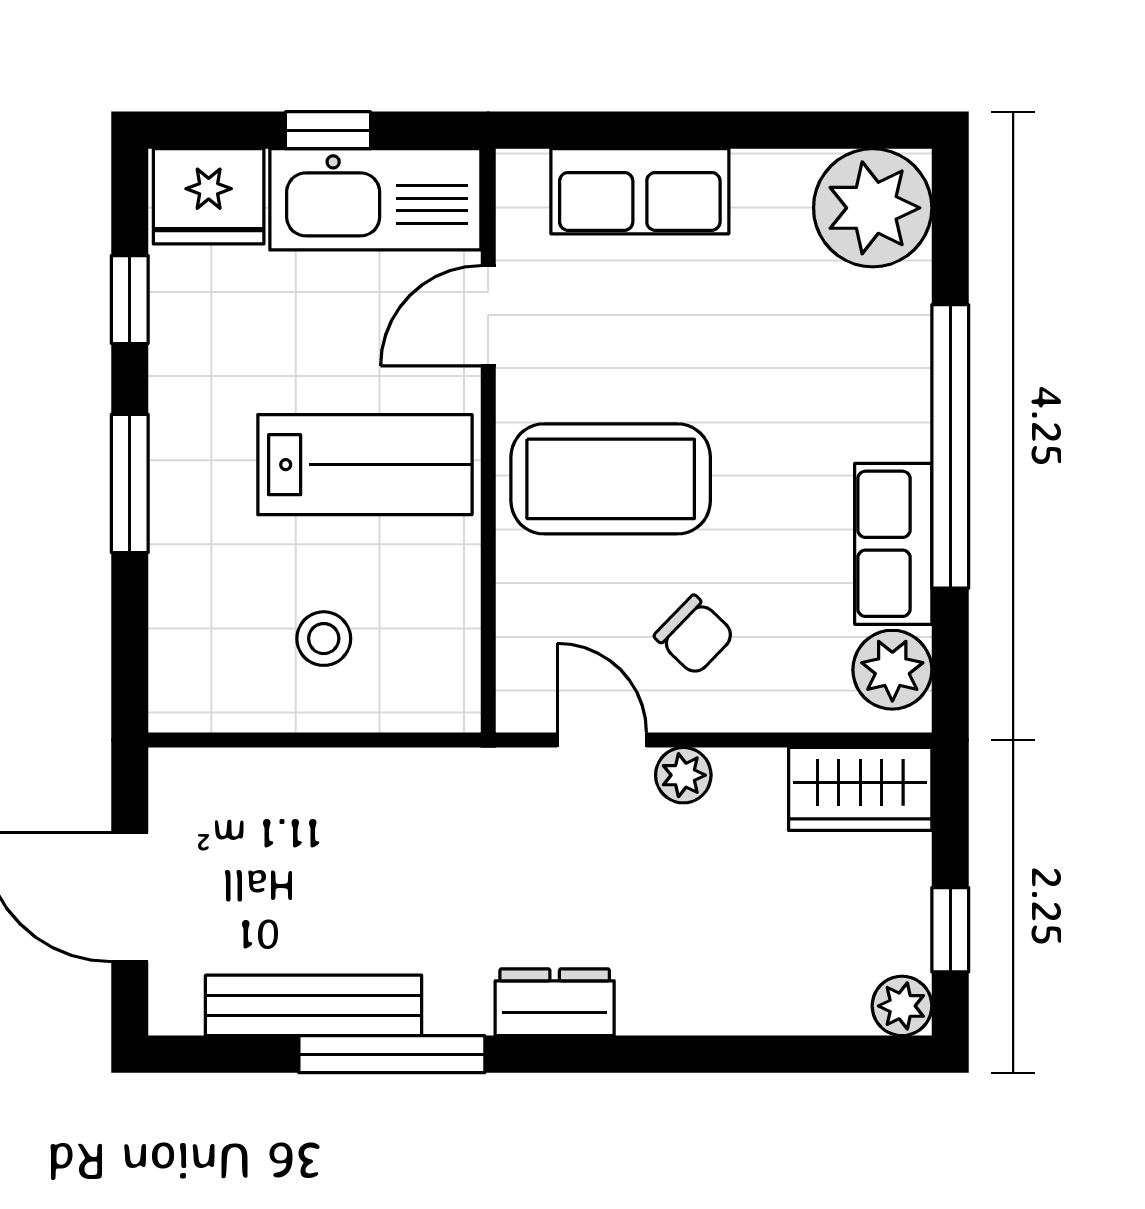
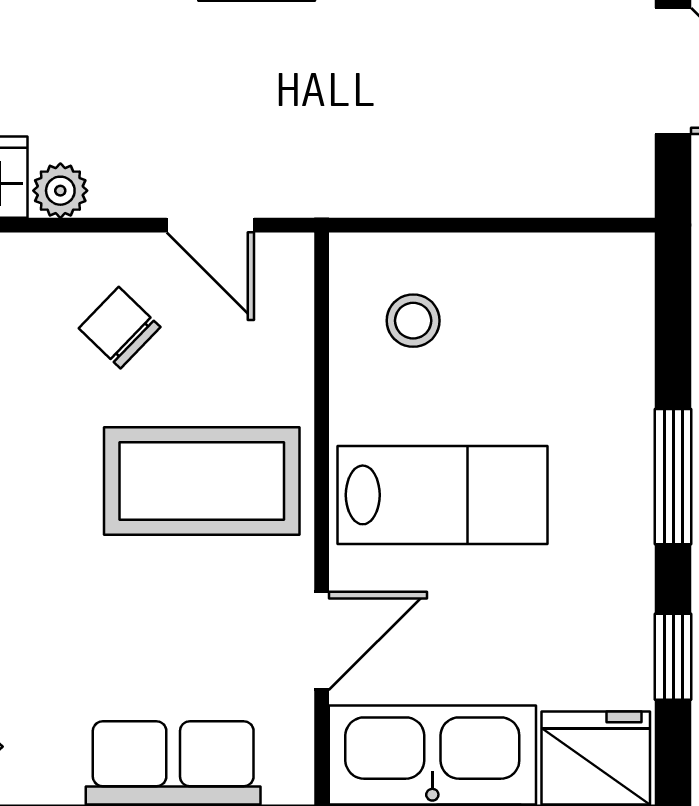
lab bench: (365, 465) -> (443, 495), turned 180
stool: (324, 639) -> (413, 321), moved
plant: (683, 775) -> (60, 191), moved

